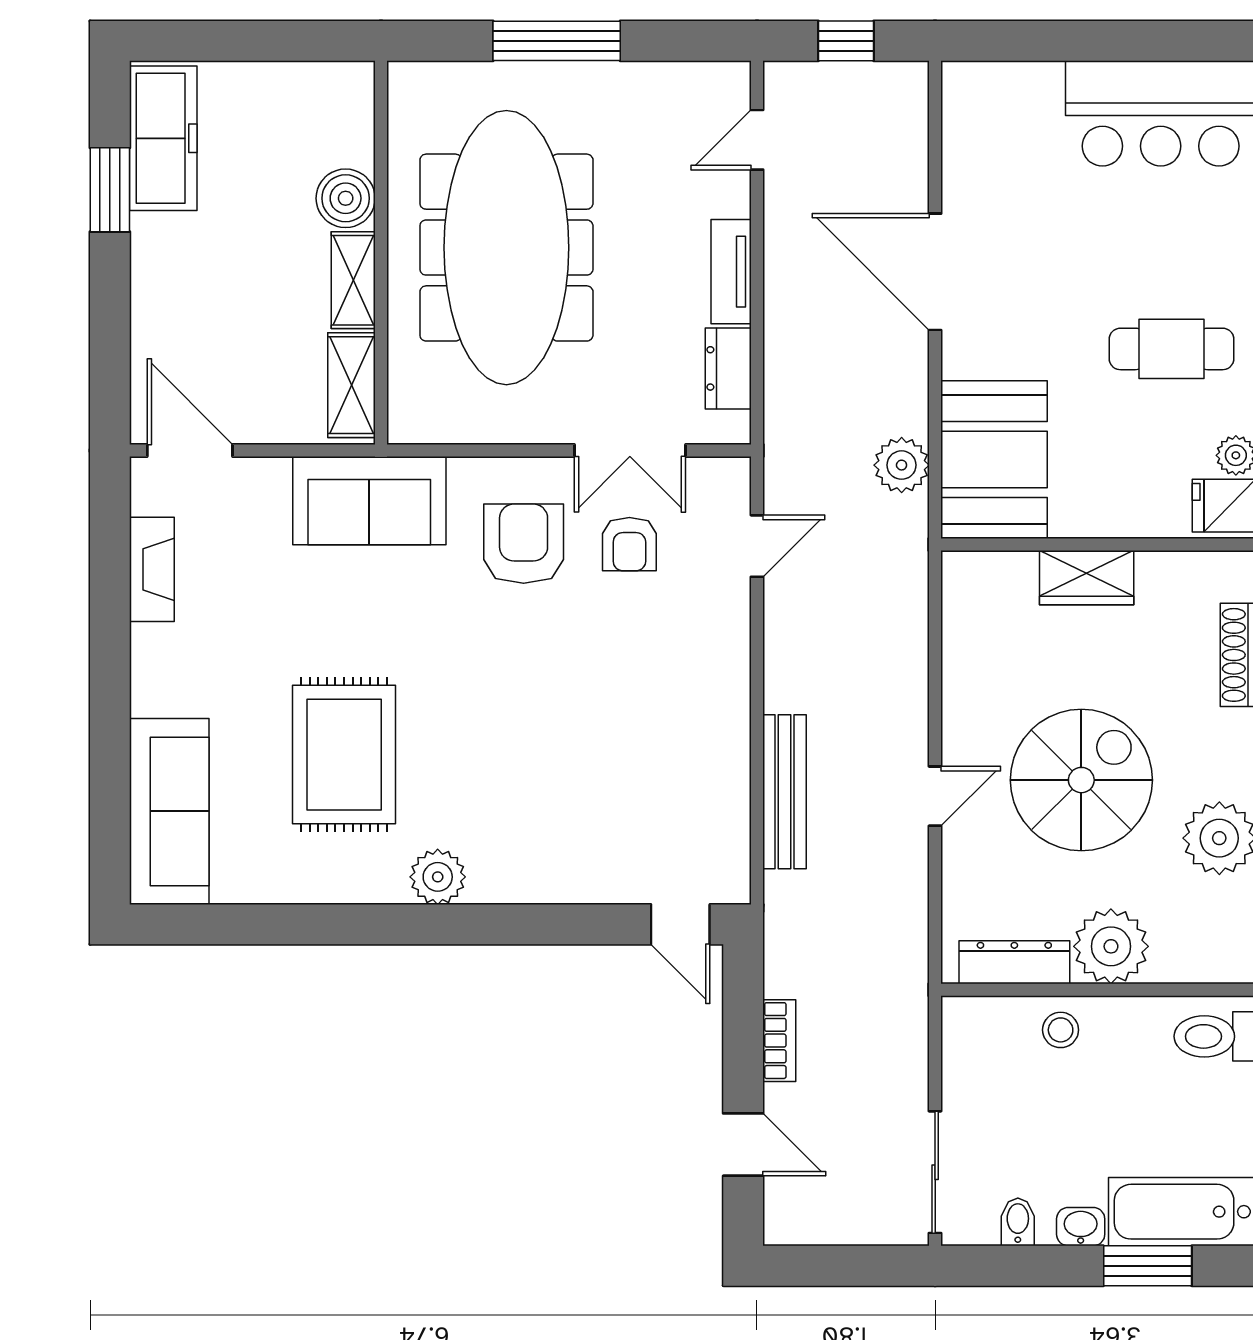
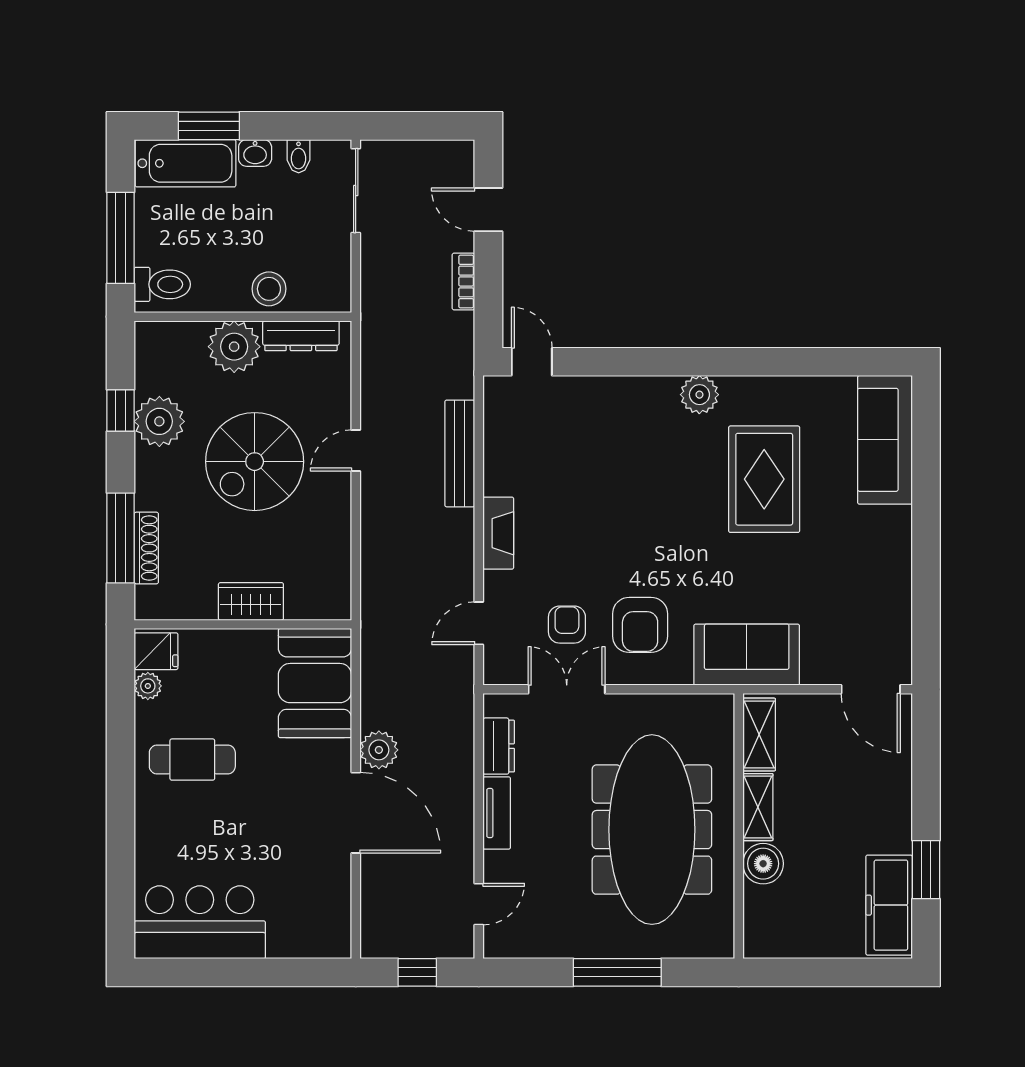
plant: (902, 465) -> (379, 750), moved
fireplace: (152, 569) -> (498, 533), moved, turned 180
stool: (1061, 1030) -> (269, 289), width x1.37, depth x1.37

